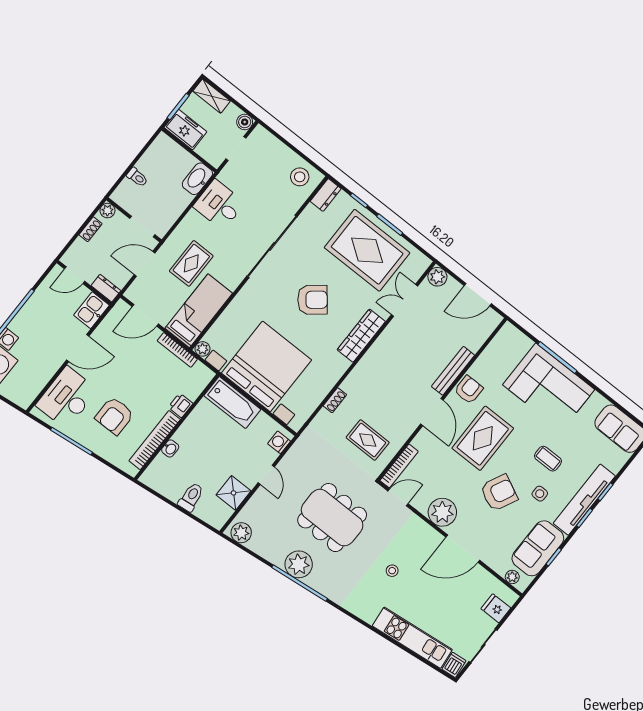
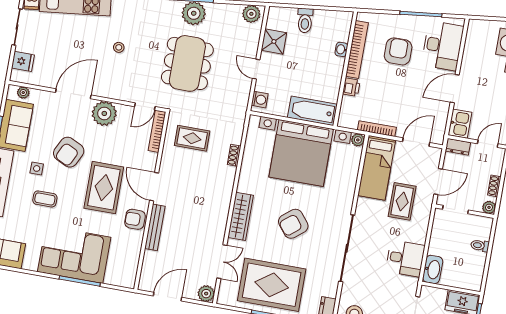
armchair: (469, 390) -> (135, 219), turned 90
dining table: (332, 518) -> (187, 63), turned 90

